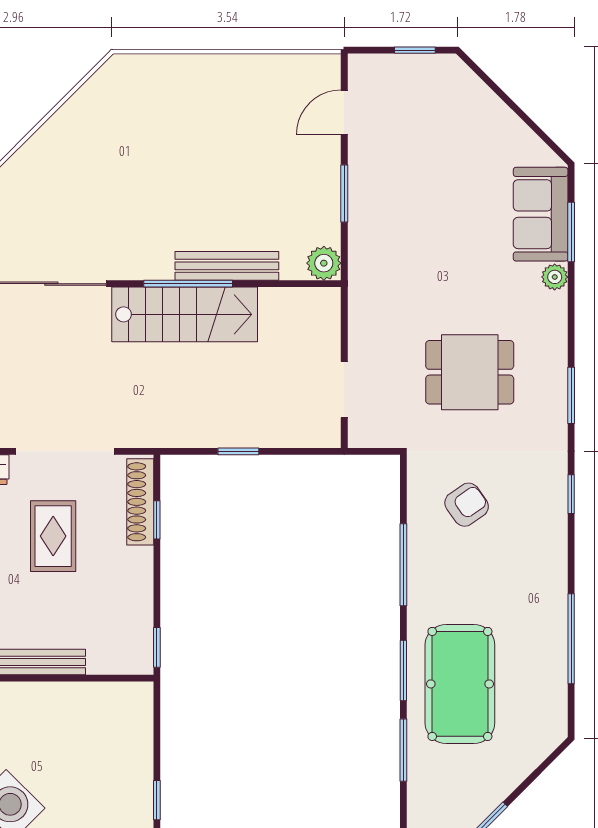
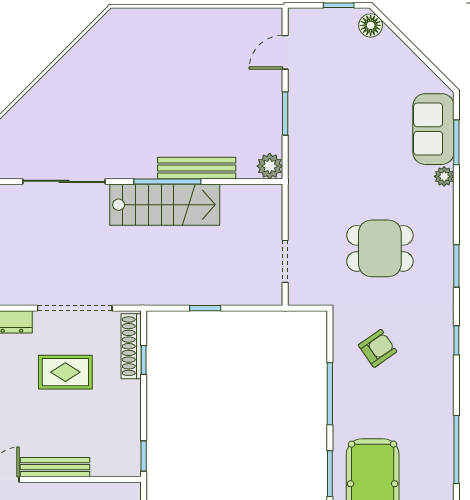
floor lamp: (457, 77) -> (371, 25), added
rug: (53, 536) -> (65, 372), turned 90

